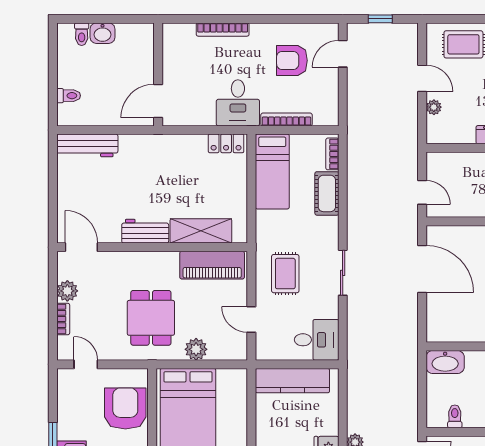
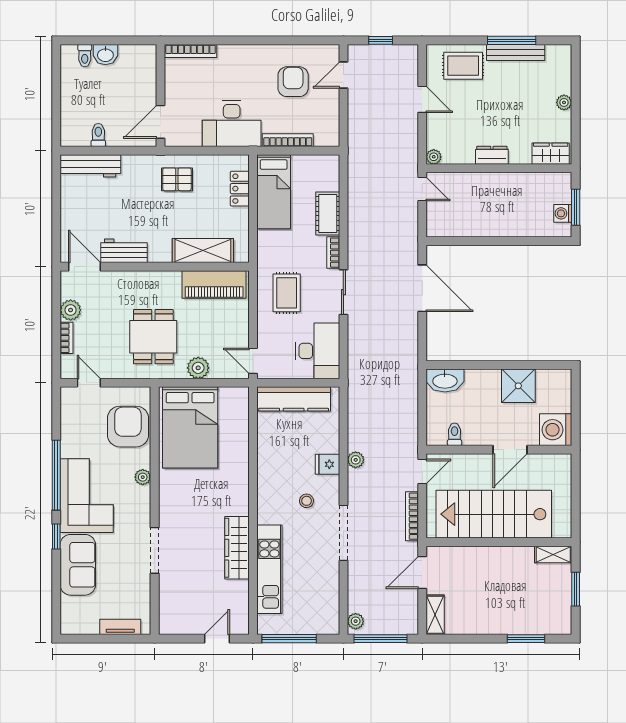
bookcase: (223, 30) -> (191, 51), moved
armchair: (292, 60) -> (293, 82), turned 90
toilet: (69, 96) -> (98, 135), moved, turned -90
desk: (238, 103) -> (232, 124), width x1.37
plant: (434, 107) -> (434, 157), moved
locker: (226, 143) -> (240, 189), moved, turned 90
bookcase: (332, 154) -> (333, 253), moved
pallet: (175, 159) -> (177, 179), added
door: (422, 192) -> (422, 189), moved
workbench: (145, 231) -> (124, 251), moved
door: (251, 320) -> (253, 361), moved
desk: (317, 340) -> (318, 351), width x1.37

